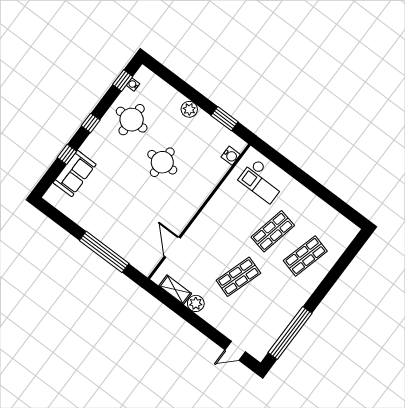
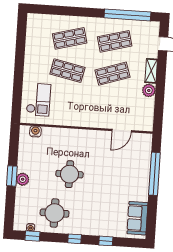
window: (225, 119) -> (12, 176), moved
sofa: (75, 174) -> (137, 218), moved, turned -90
shop shelf: (305, 256) -> (70, 38), turned -30
shop shelf: (238, 277) -> (113, 74), turned -36
shelving: (175, 290) -> (151, 71), moved
shop shelf: (271, 301) -> (115, 41), added

